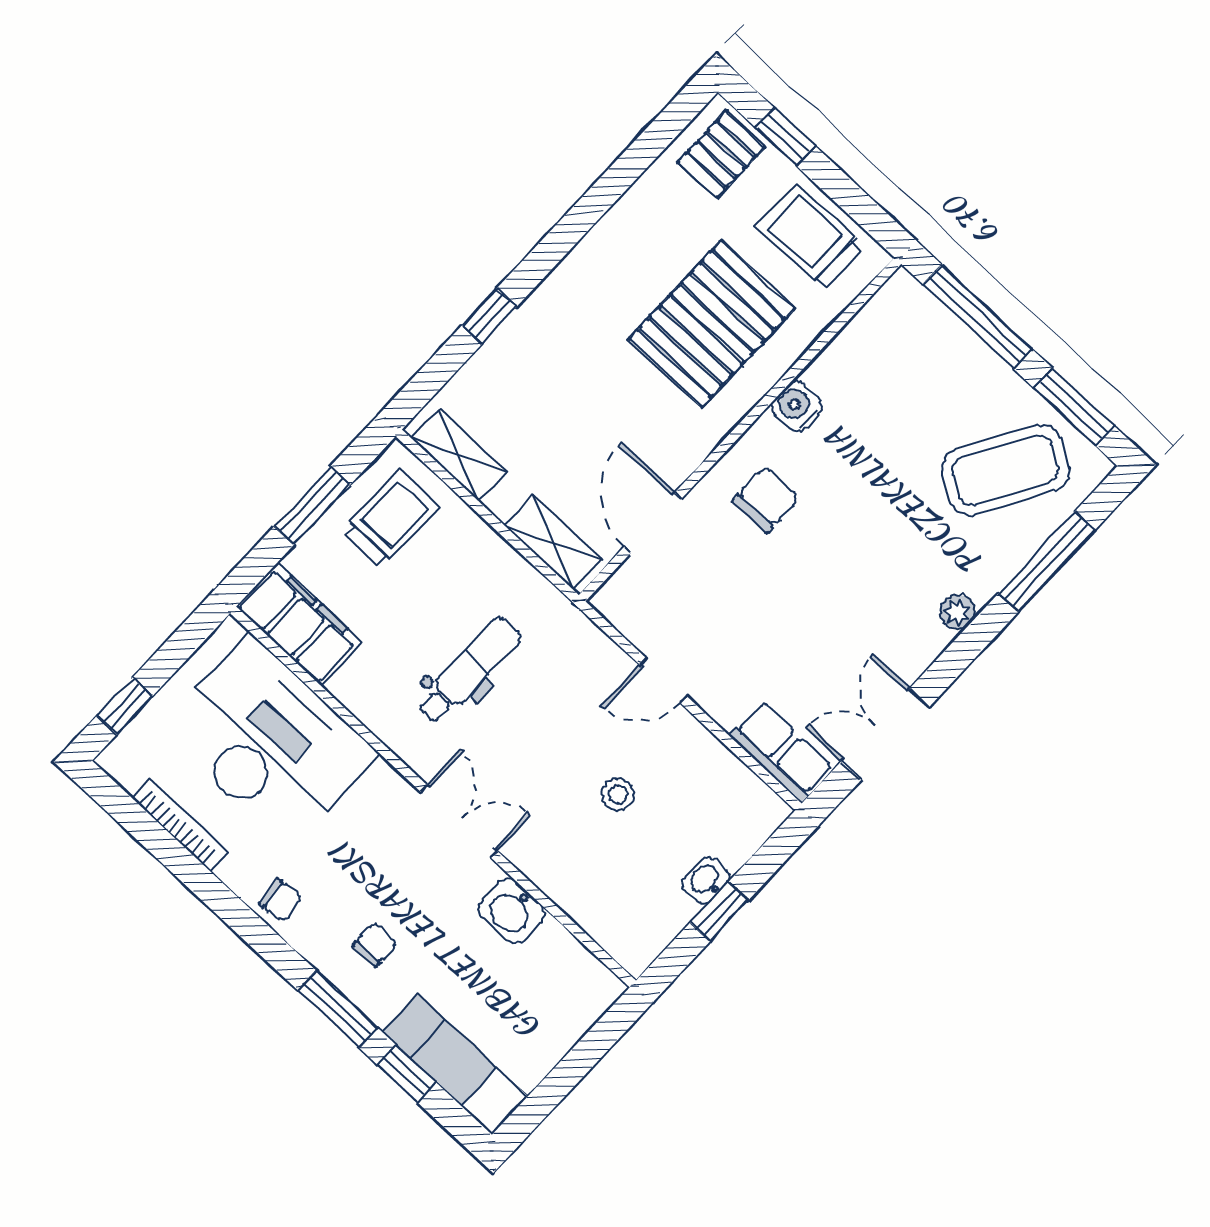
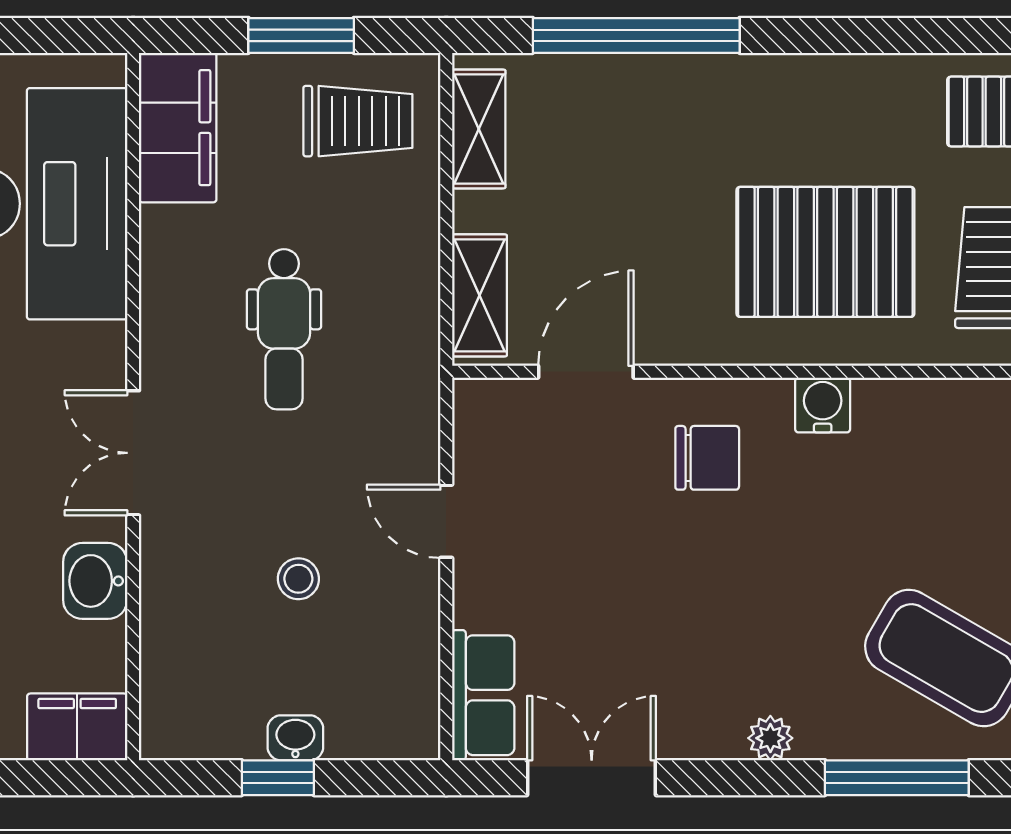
window: (489, 316) -> (636, 35), width x3.17
dental chair: (469, 671) -> (284, 329), turned 90
double door: (459, 821) -> (133, 453), swing flipped
filing cabinet: (584, 998) -> (77, 727), added

